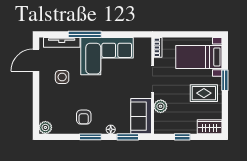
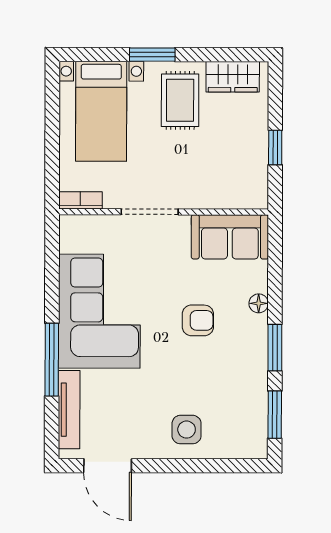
side table: (62, 77) -> (187, 430), moved
plant: (161, 106) -> (209, 195), removed
armchair: (84, 117) -> (198, 320), moved
plant: (45, 127) -> (254, 445), removed
wardrobe: (210, 127) -> (233, 77), moved, turned -90
window: (128, 137) -> (275, 415), moved

